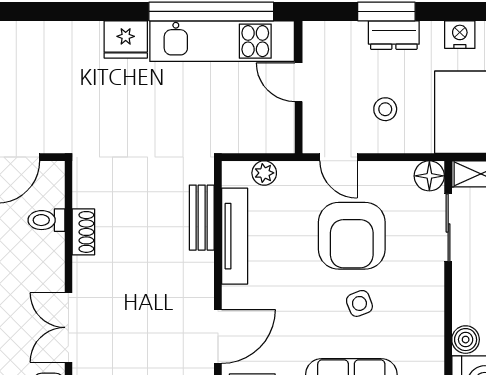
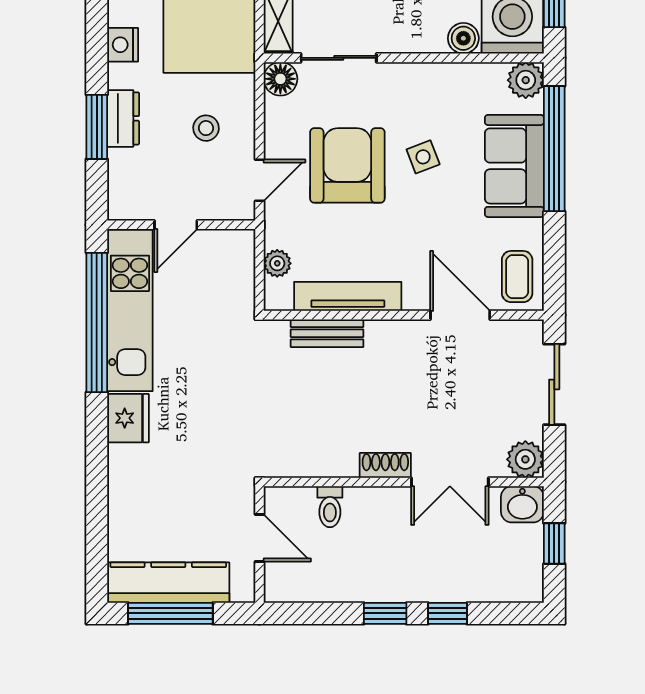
shoe rack: (83, 232) -> (385, 465), moved
armchair: (352, 236) -> (347, 165), turned -90

